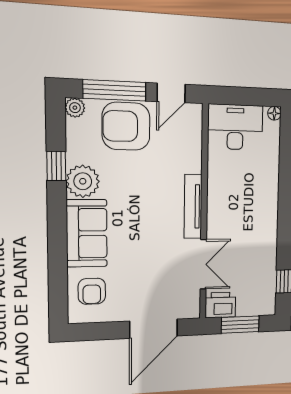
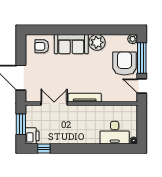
desk: (235, 127) -> (115, 133), moved, turned 90
window: (56, 166) -> (104, 30), removed
double door: (203, 264) -> (54, 104), swing flipped
printer: (220, 305) -> (32, 136), moved

